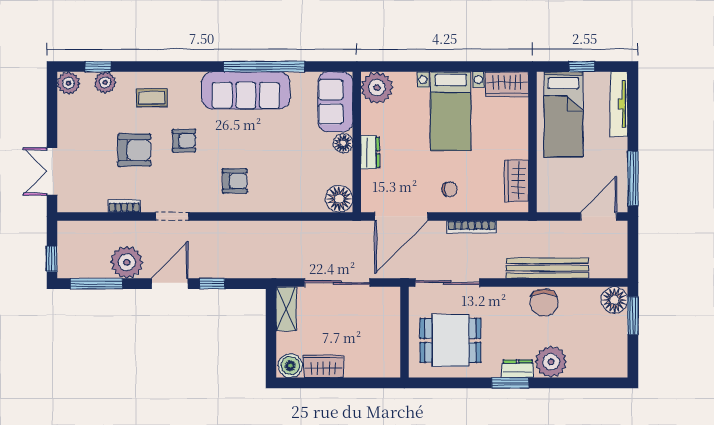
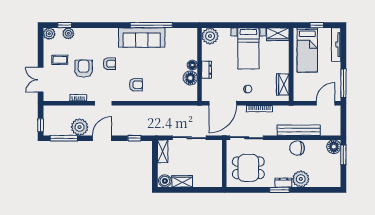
coffee table: (152, 98) -> (60, 60), moved
sofa: (335, 102) -> (188, 43), removed
armchair: (134, 150) -> (84, 69), turned -90
floor lamp: (339, 199) -> (190, 78), moved
window: (212, 284) -> (134, 138), moved
chair: (544, 302) -> (297, 148), turned 90

